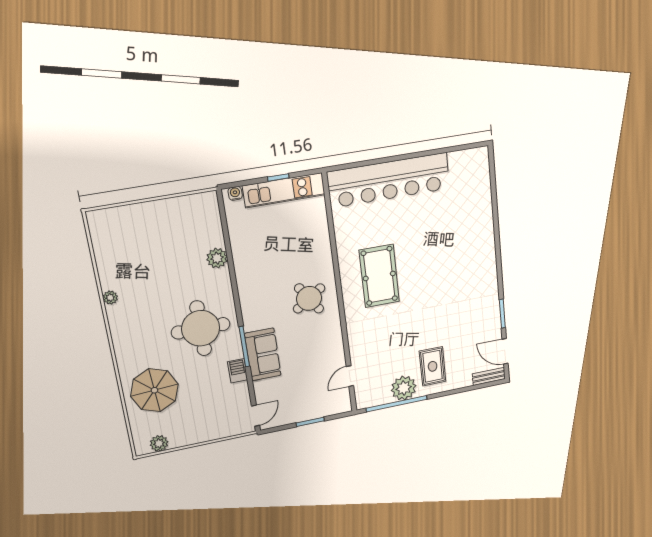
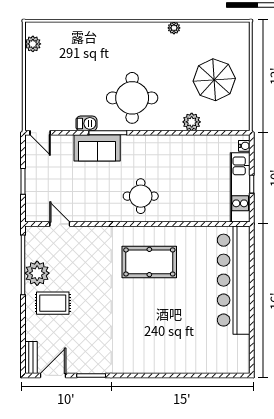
round table: (309, 298) -> (141, 196), turned 34
parasol: (154, 390) -> (214, 80), moved

